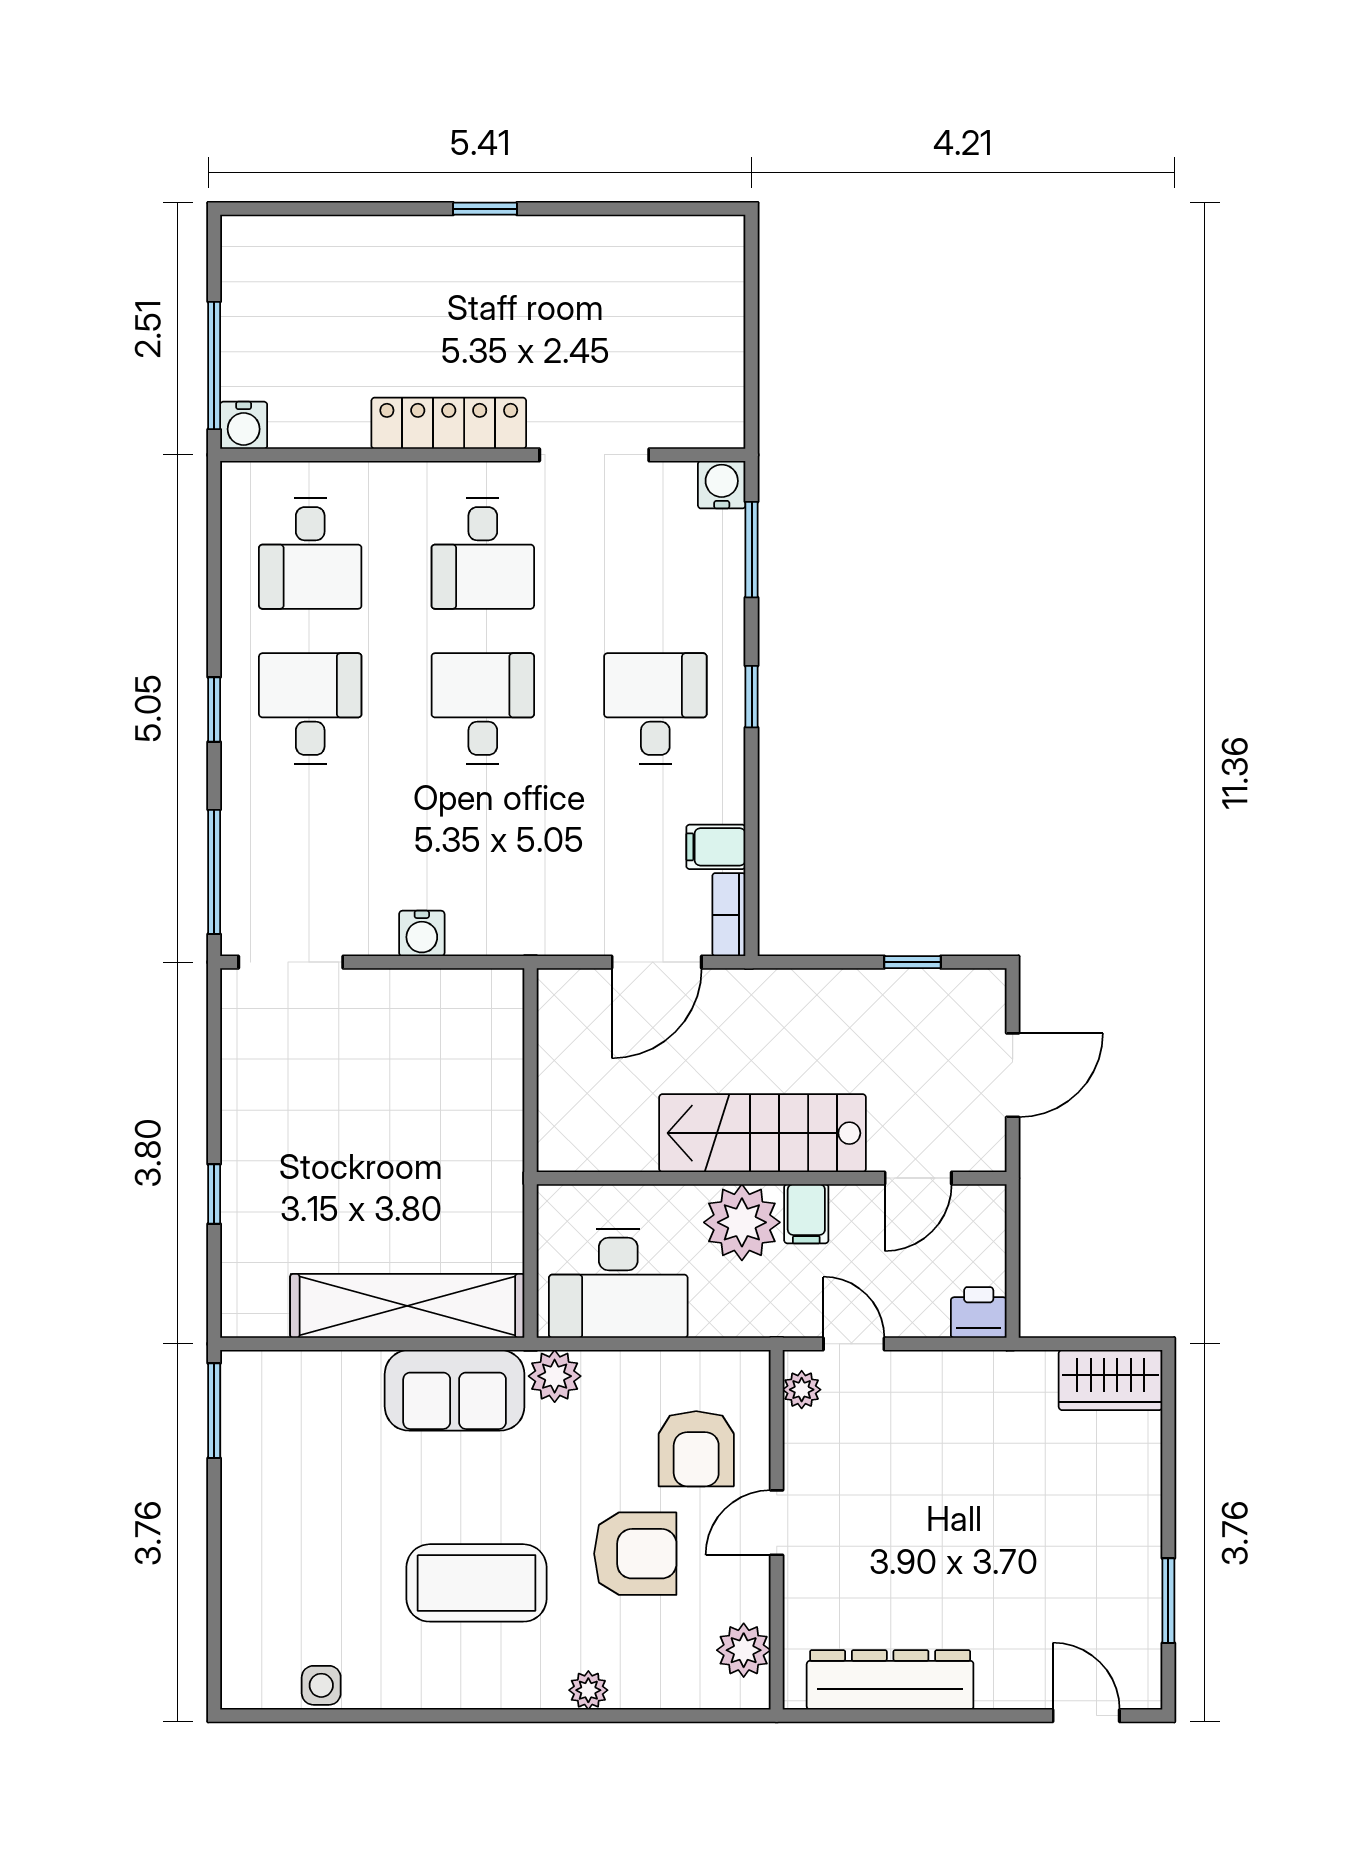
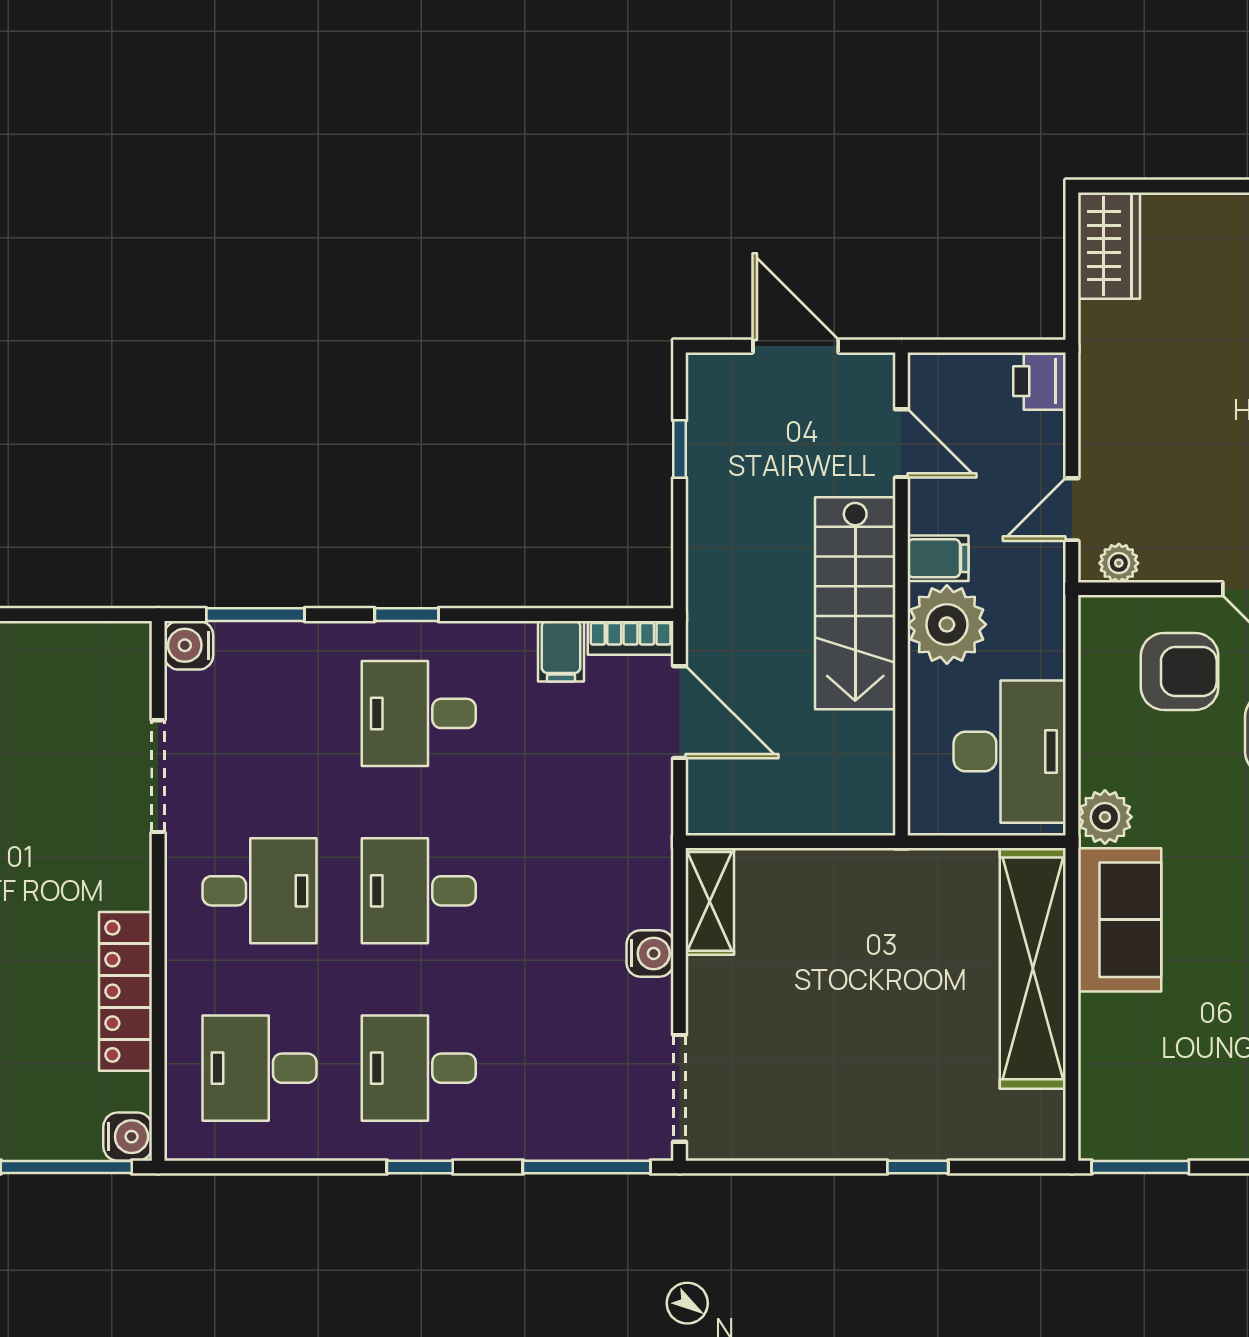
locker: (449, 423) -> (126, 991), moved
desk: (310, 554) -> (260, 1068), turned 180
shelving: (472, 992) -> (710, 901), added

